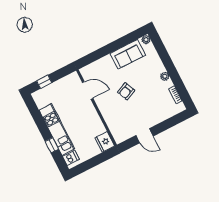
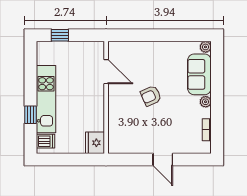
sofa: (128, 54) -> (199, 74), moved, turned 90
door: (145, 136) -> (163, 160), moved

